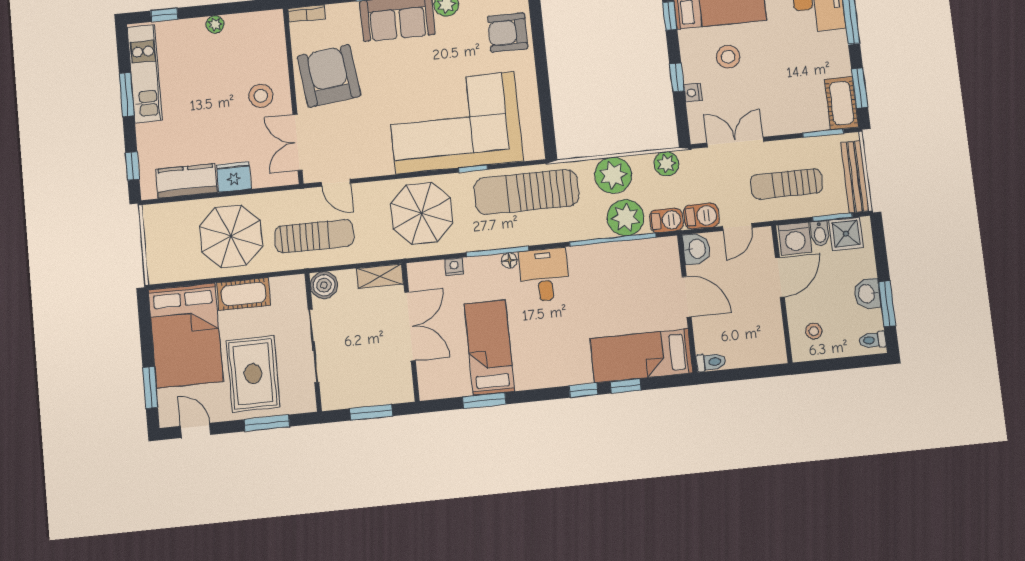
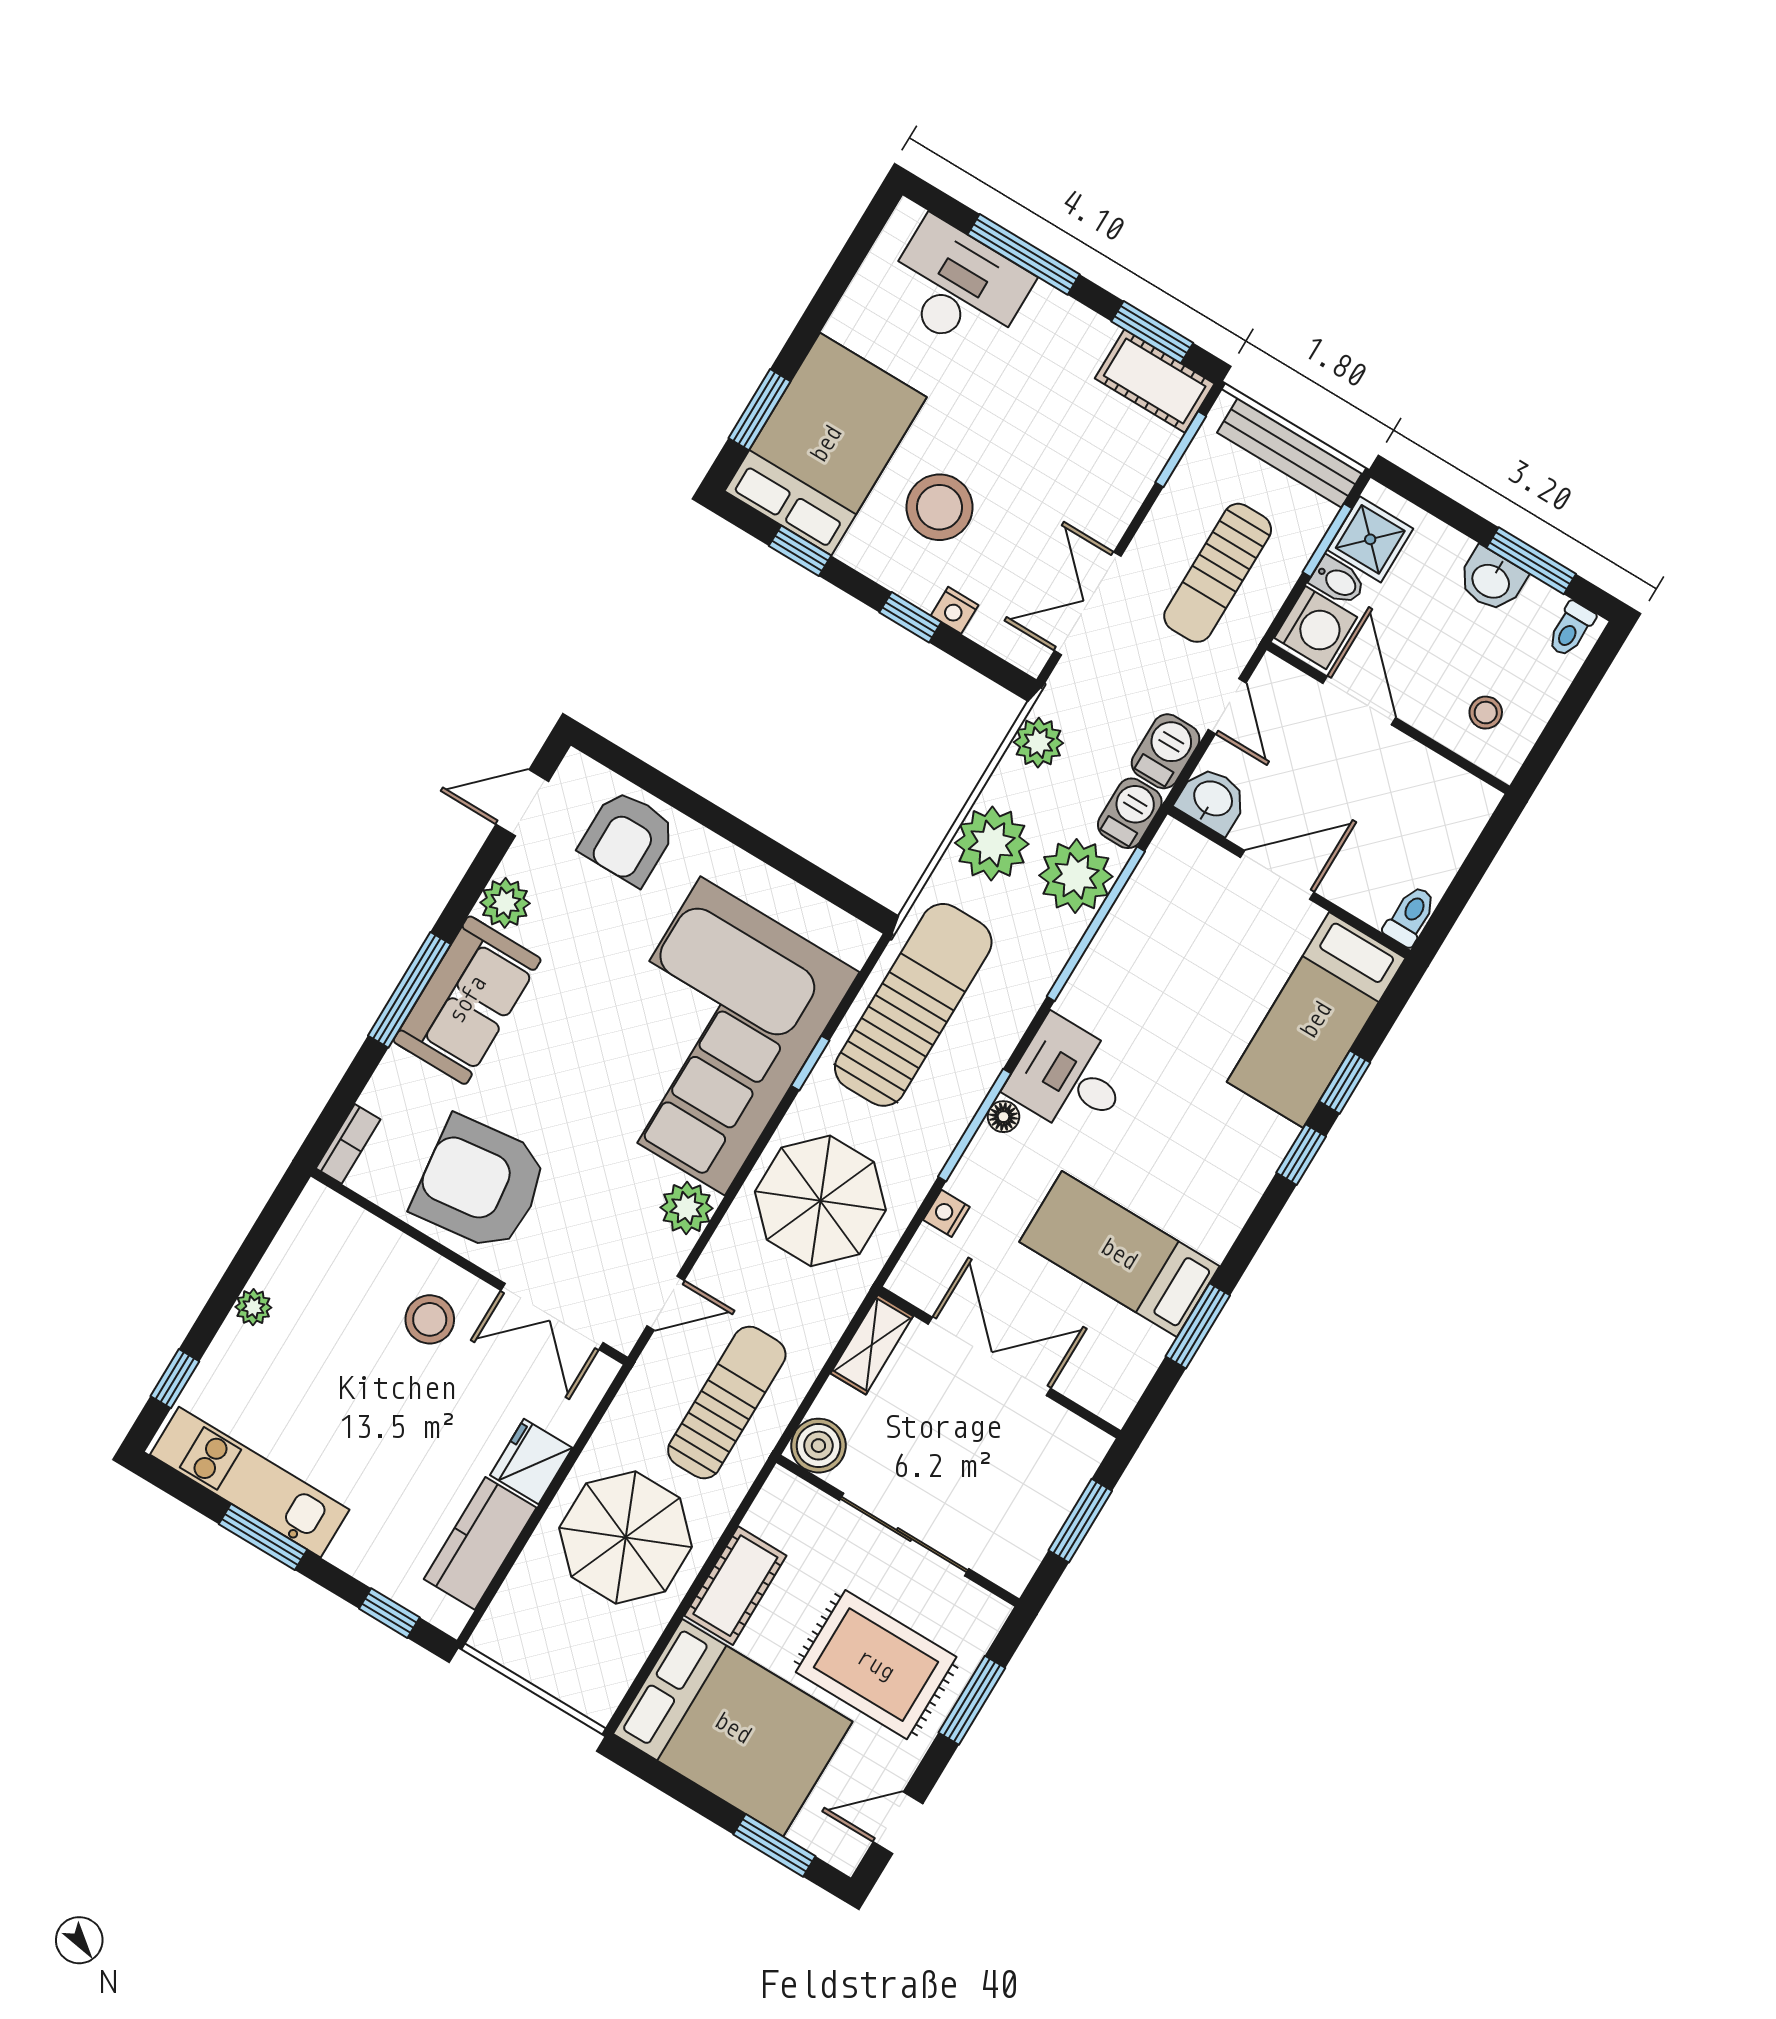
stool: (728, 57) -> (939, 507), width x1.38, depth x1.38
plant: (380, 163) -> (687, 1208), added
sun lounger: (526, 192) -> (913, 1005), turned 180

